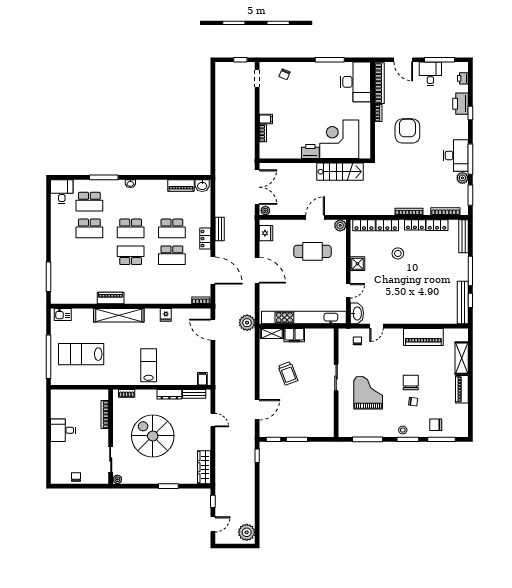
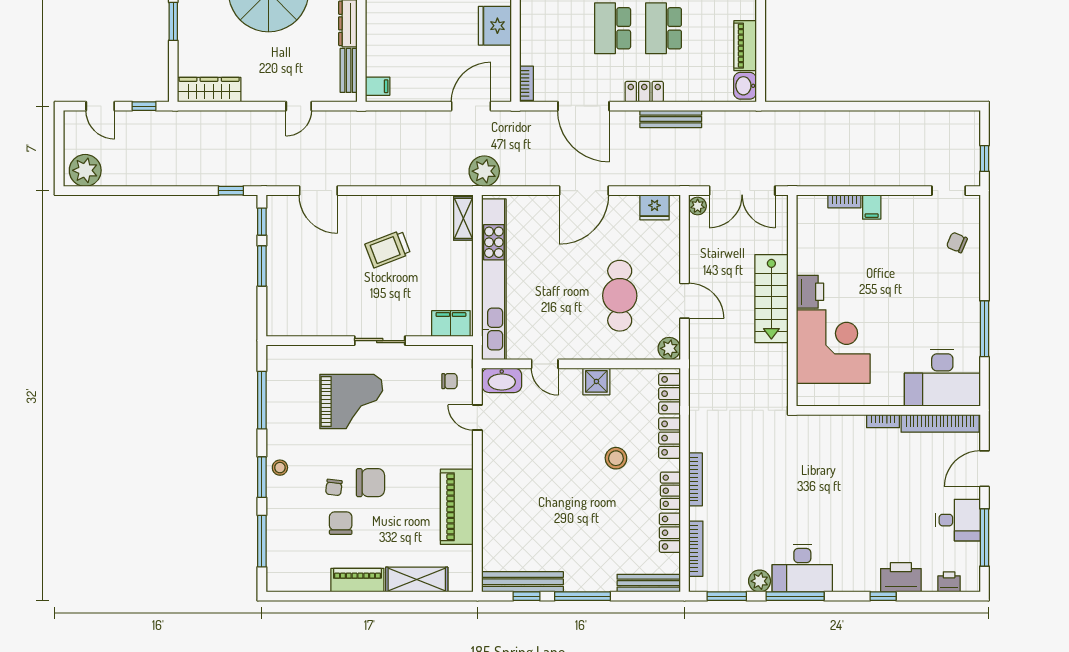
armchair: (407, 131) -> (849, 476), removed
stairs: (340, 172) -> (771, 299), moved
bench: (220, 229) -> (671, 119), width x1.36
door: (213, 271) -> (583, 106), hinge flipped
fridge: (166, 315) -> (495, 26), width x1.88, depth x1.34
filing cabinet: (294, 335) -> (451, 324), moved, turned 90
chair: (436, 425) -> (341, 523), moved

